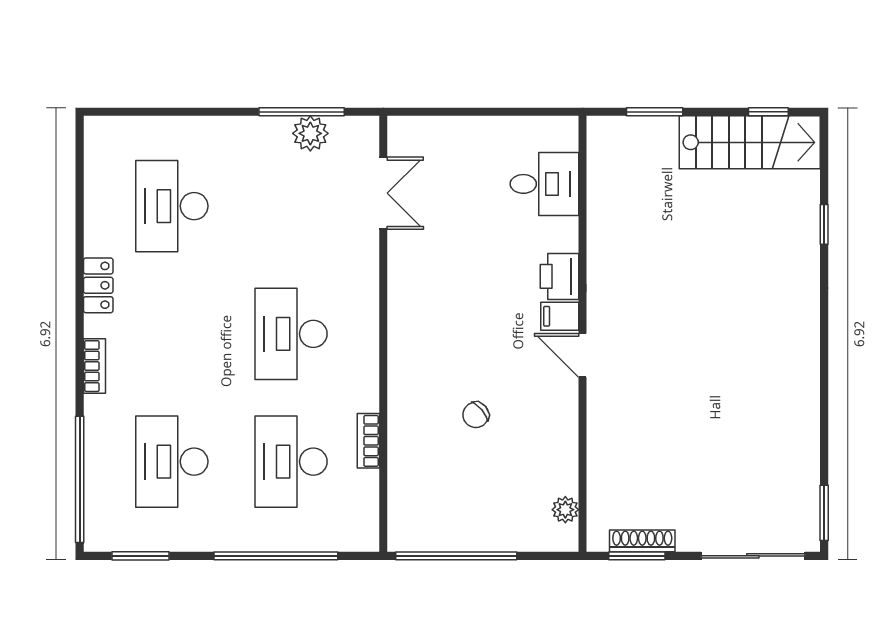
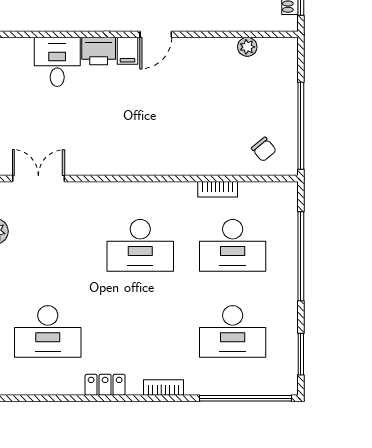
desk: (544, 184) -> (57, 62), moved
chair: (476, 415) -> (264, 149), moved
plant: (565, 510) -> (247, 47), moved

